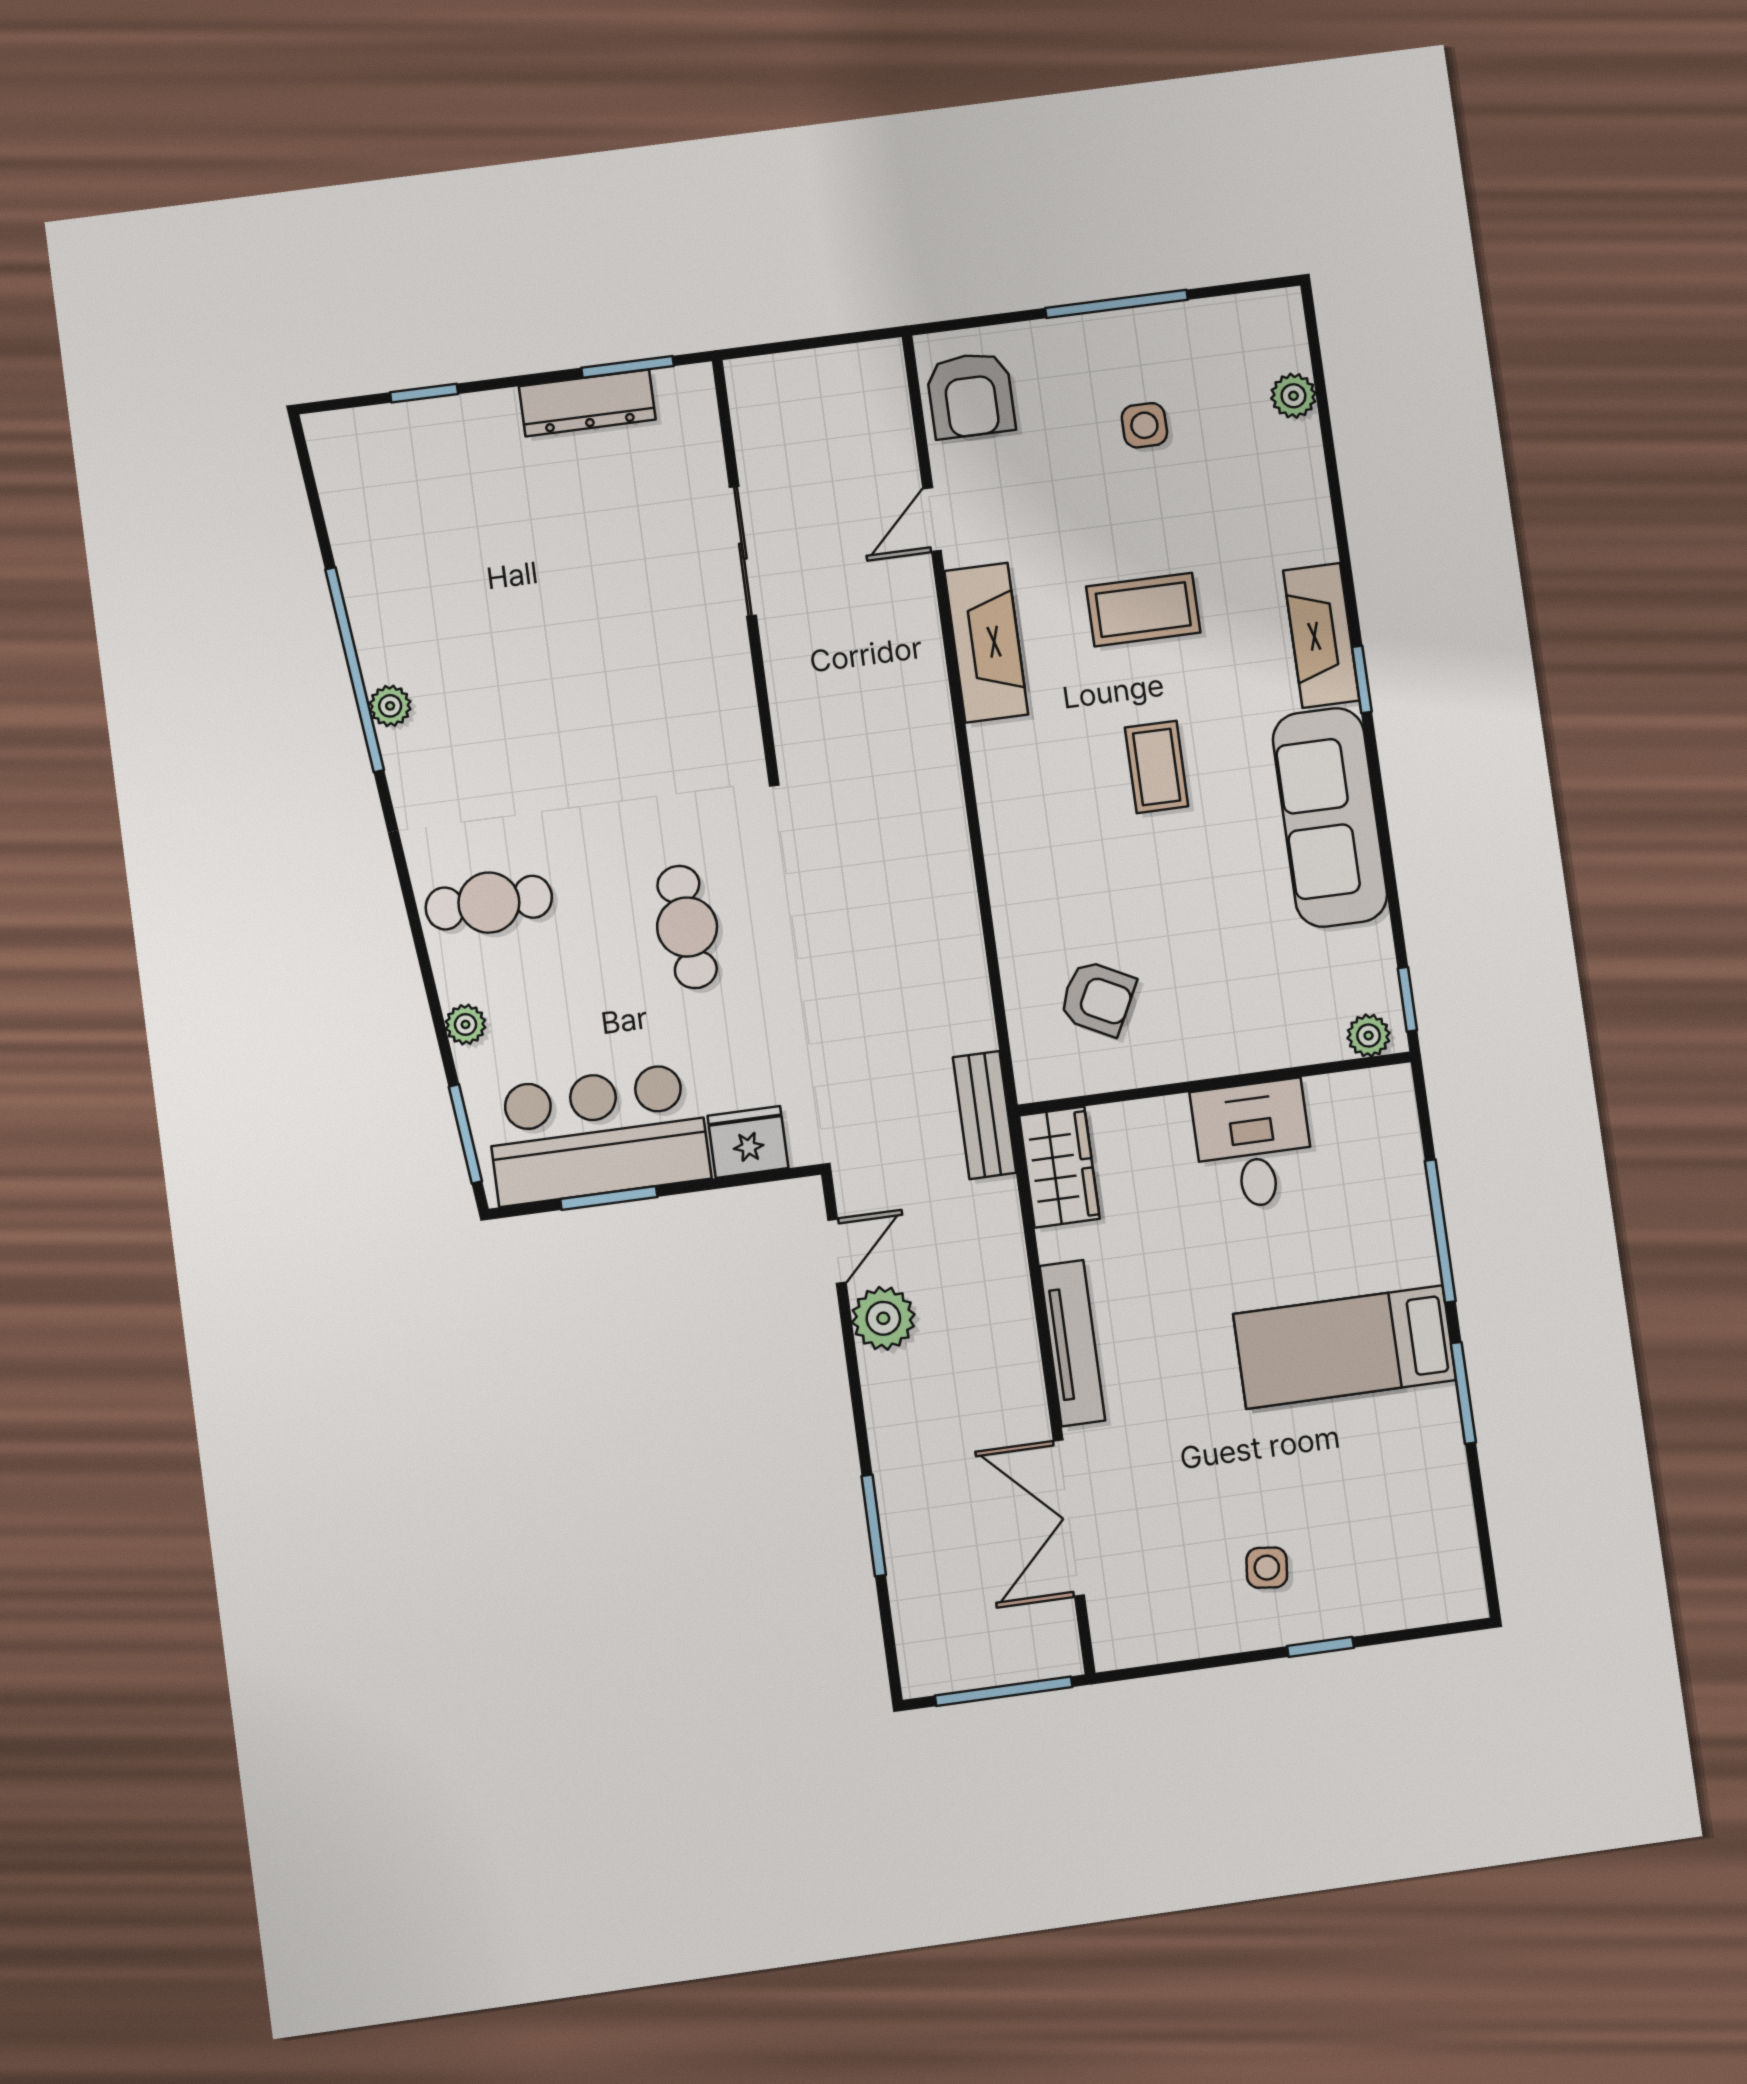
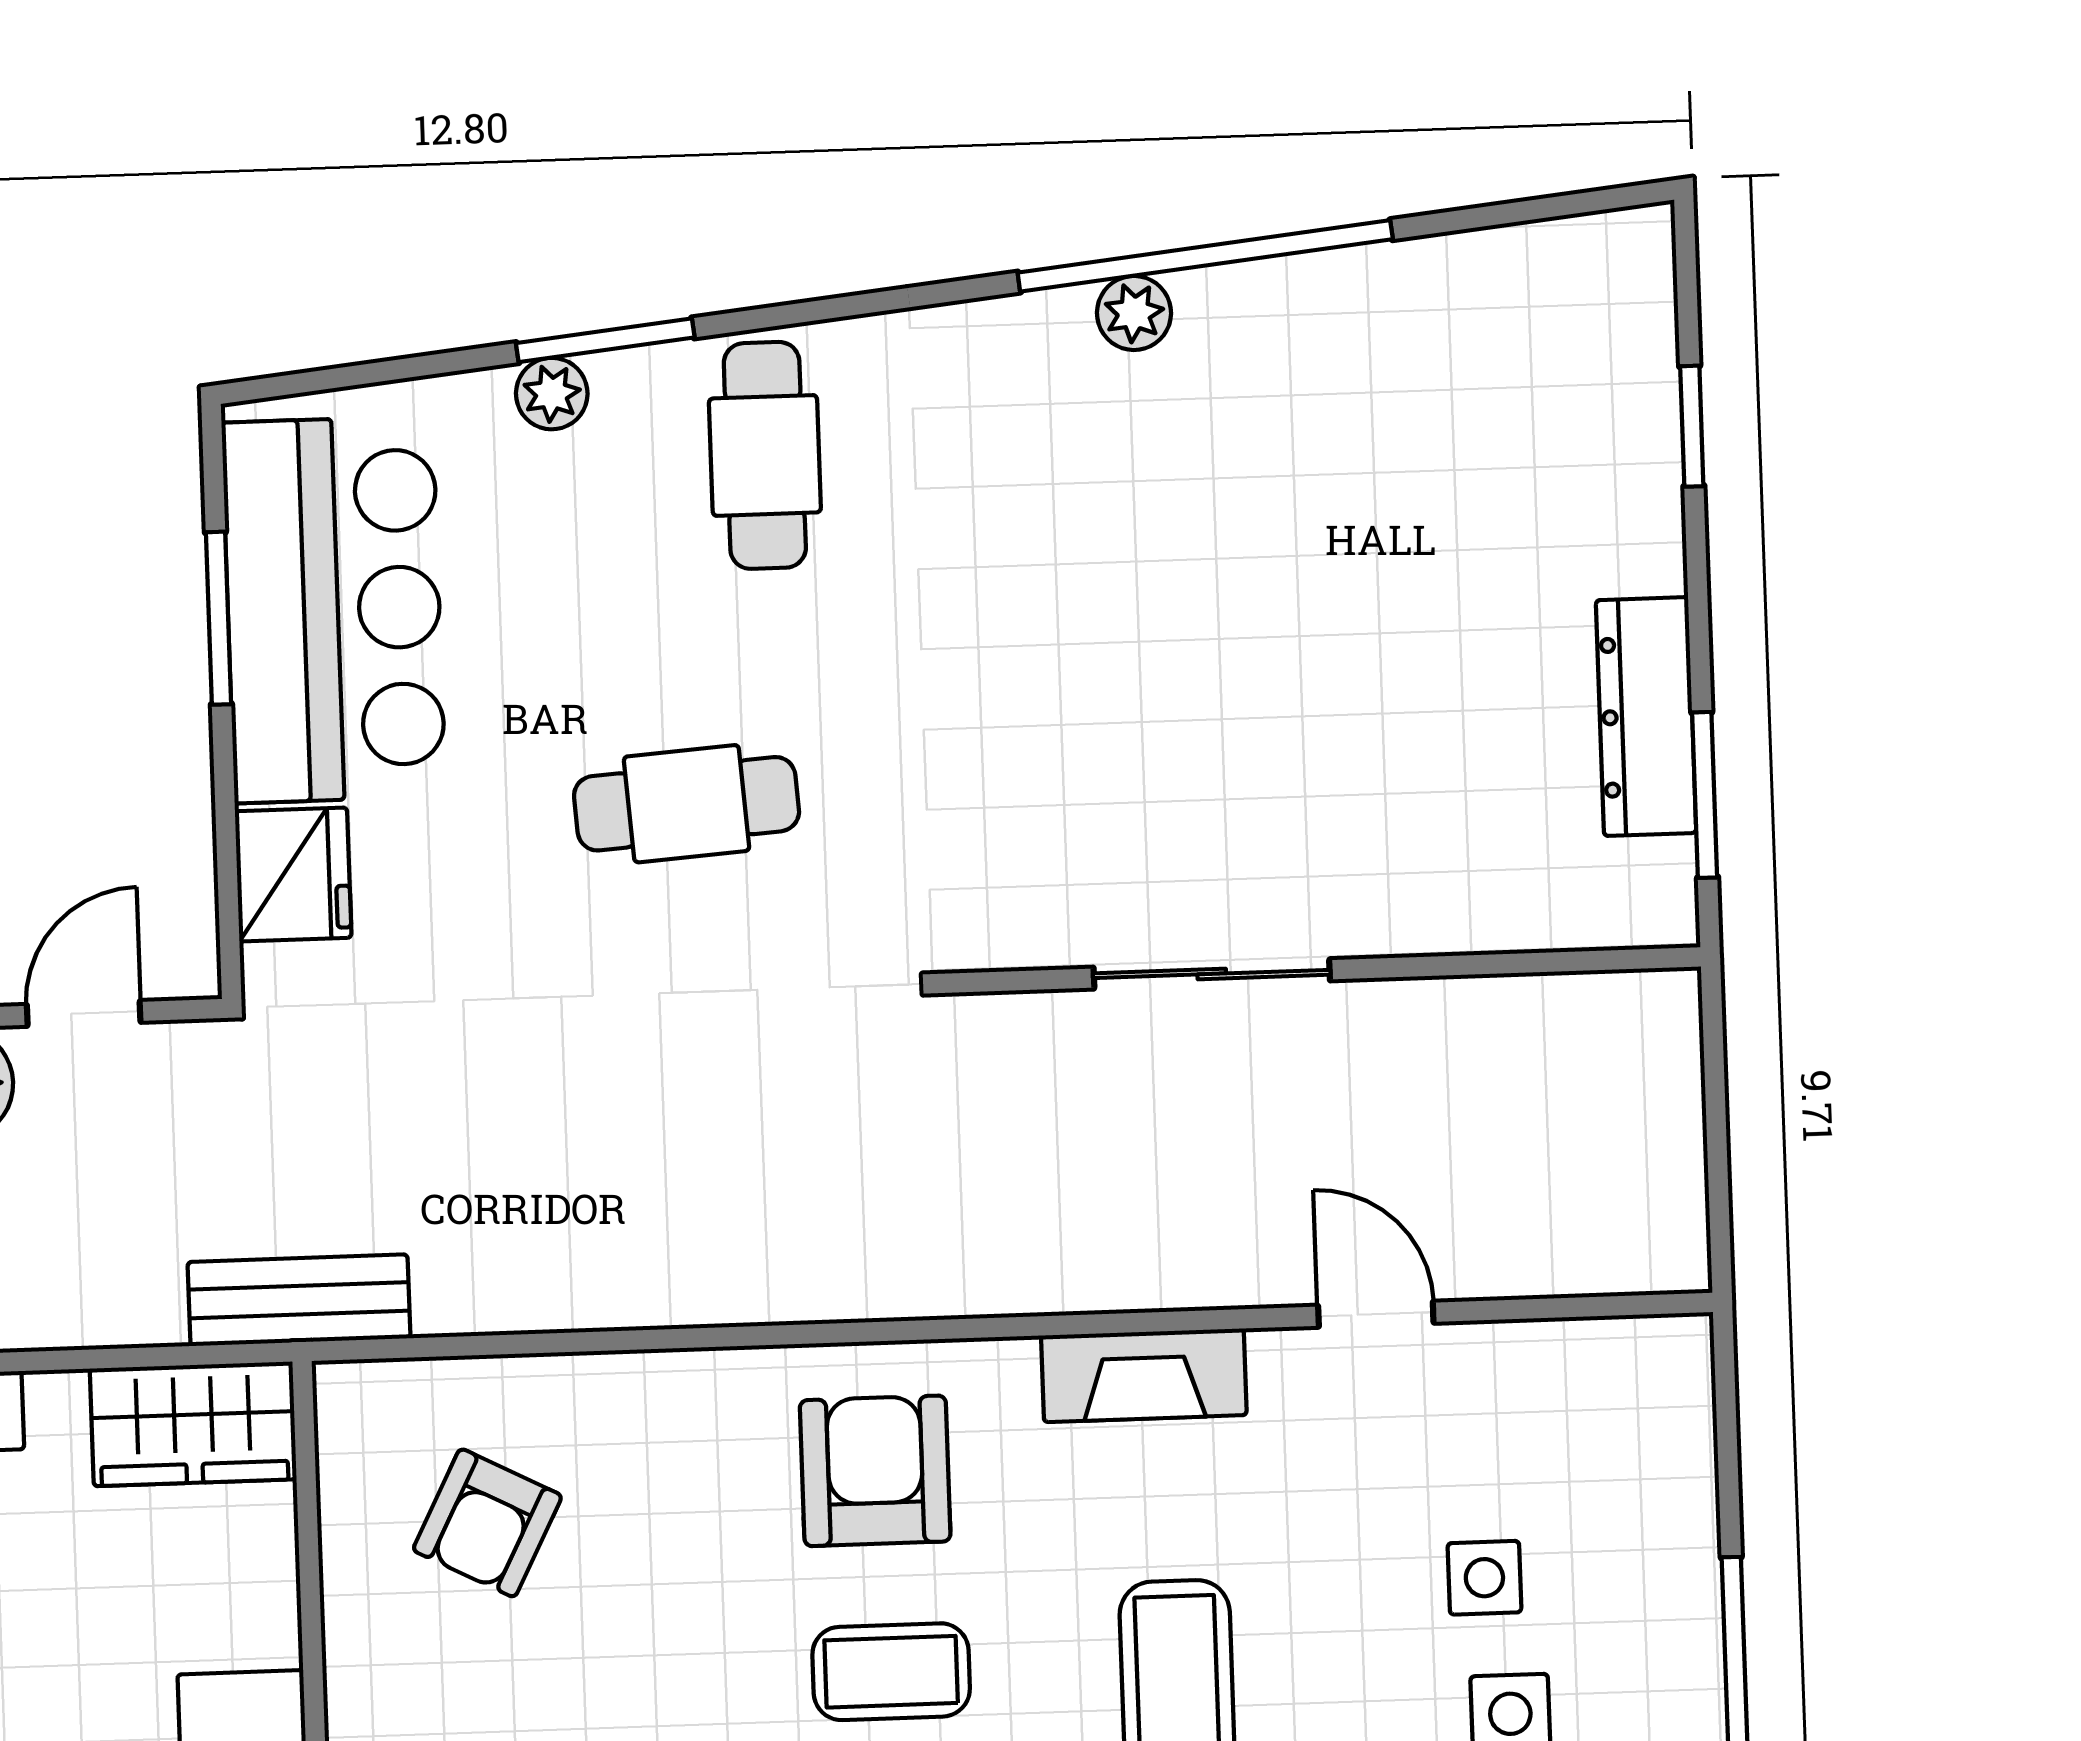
armchair: (971, 395) -> (875, 1471), moved, turned 90
side table: (1071, 446) -> (1484, 1578), added
sliding door: (743, 551) -> (1212, 974), moved
fireplace: (986, 643) -> (1144, 1375), width x0.73, depth x0.76
window: (465, 1134) -> (605, 340), moved
door: (837, 1251) -> (84, 1013), swing flipped

